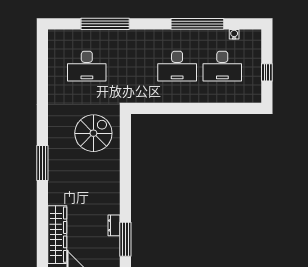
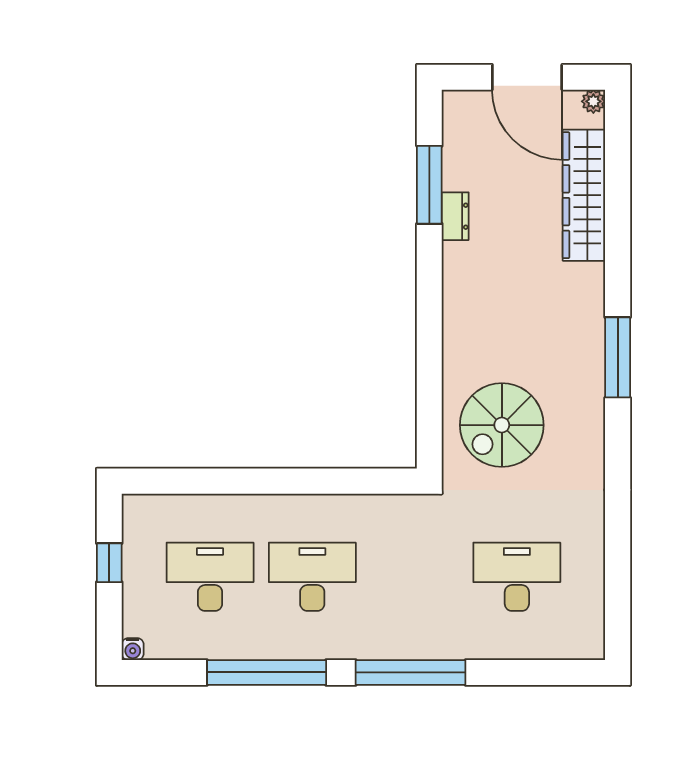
window: (105, 24) -> (411, 672), moved
water cooler: (234, 34) -> (133, 649), moved

